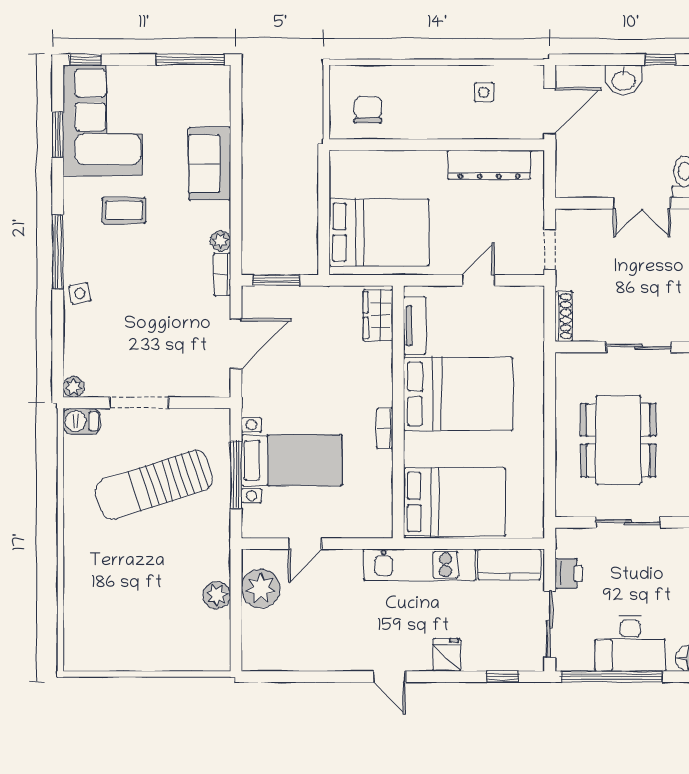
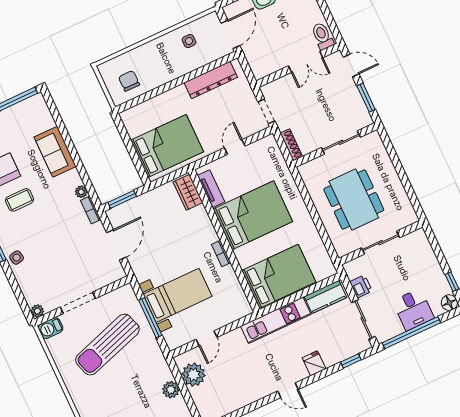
desk: (630, 644) -> (413, 309), width x0.73

